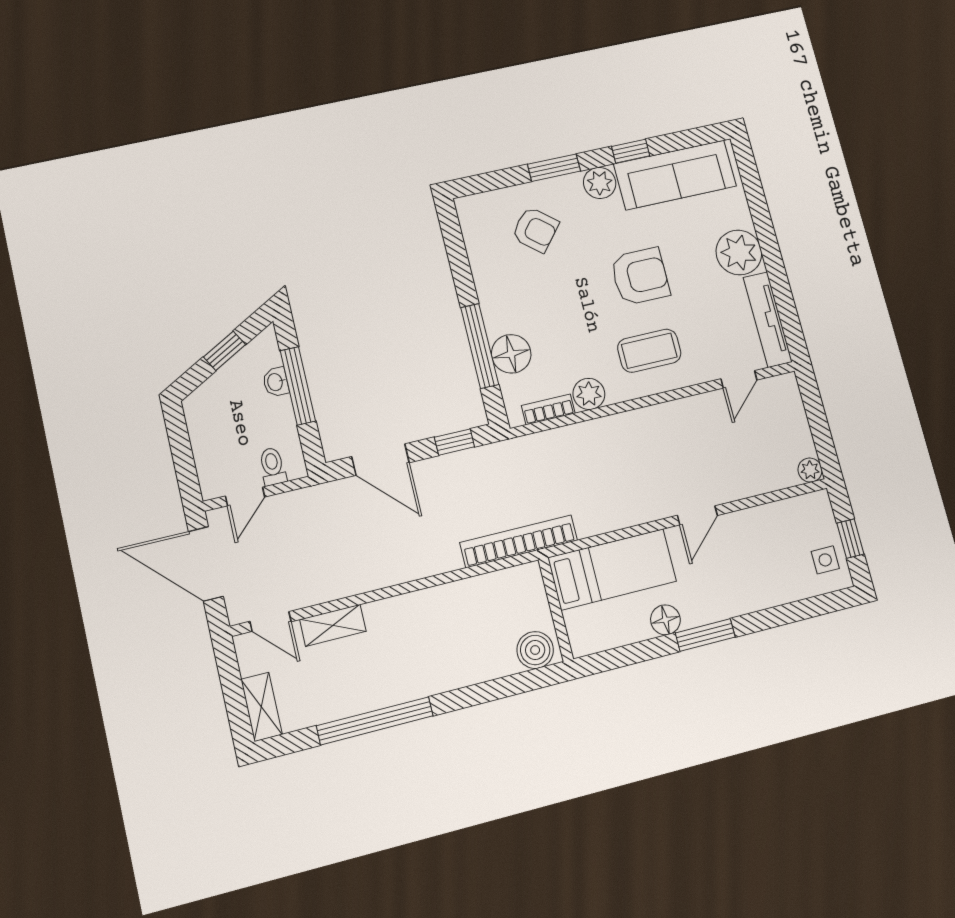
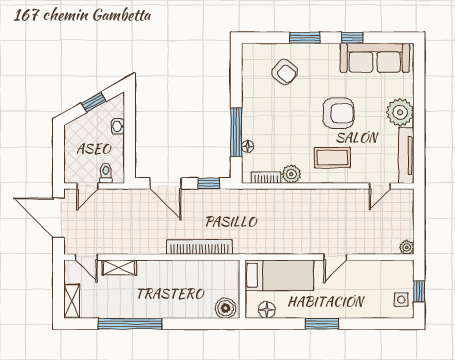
plant: (600, 183) -> (329, 53), removed
floor lamp: (511, 354) -> (248, 146), width x0.53, depth x0.53
window: (298, 386) -> (130, 131), removed
bookcase: (519, 541) -> (199, 247), moved
floor lamp: (665, 620) -> (267, 310), moved

